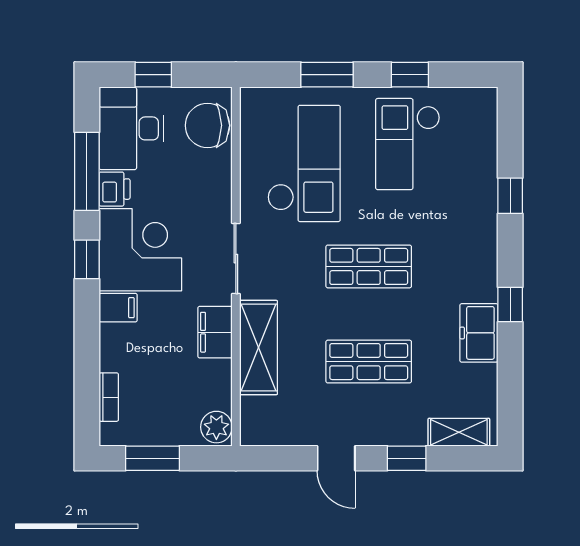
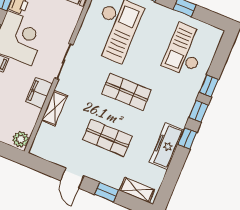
checkout: (408, 144) -> (185, 50), moved
window: (510, 248) -> (198, 111), added
freezer: (479, 333) -> (167, 146), width x1.40
shelving: (258, 348) -> (55, 108), width x0.67, depth x0.75

